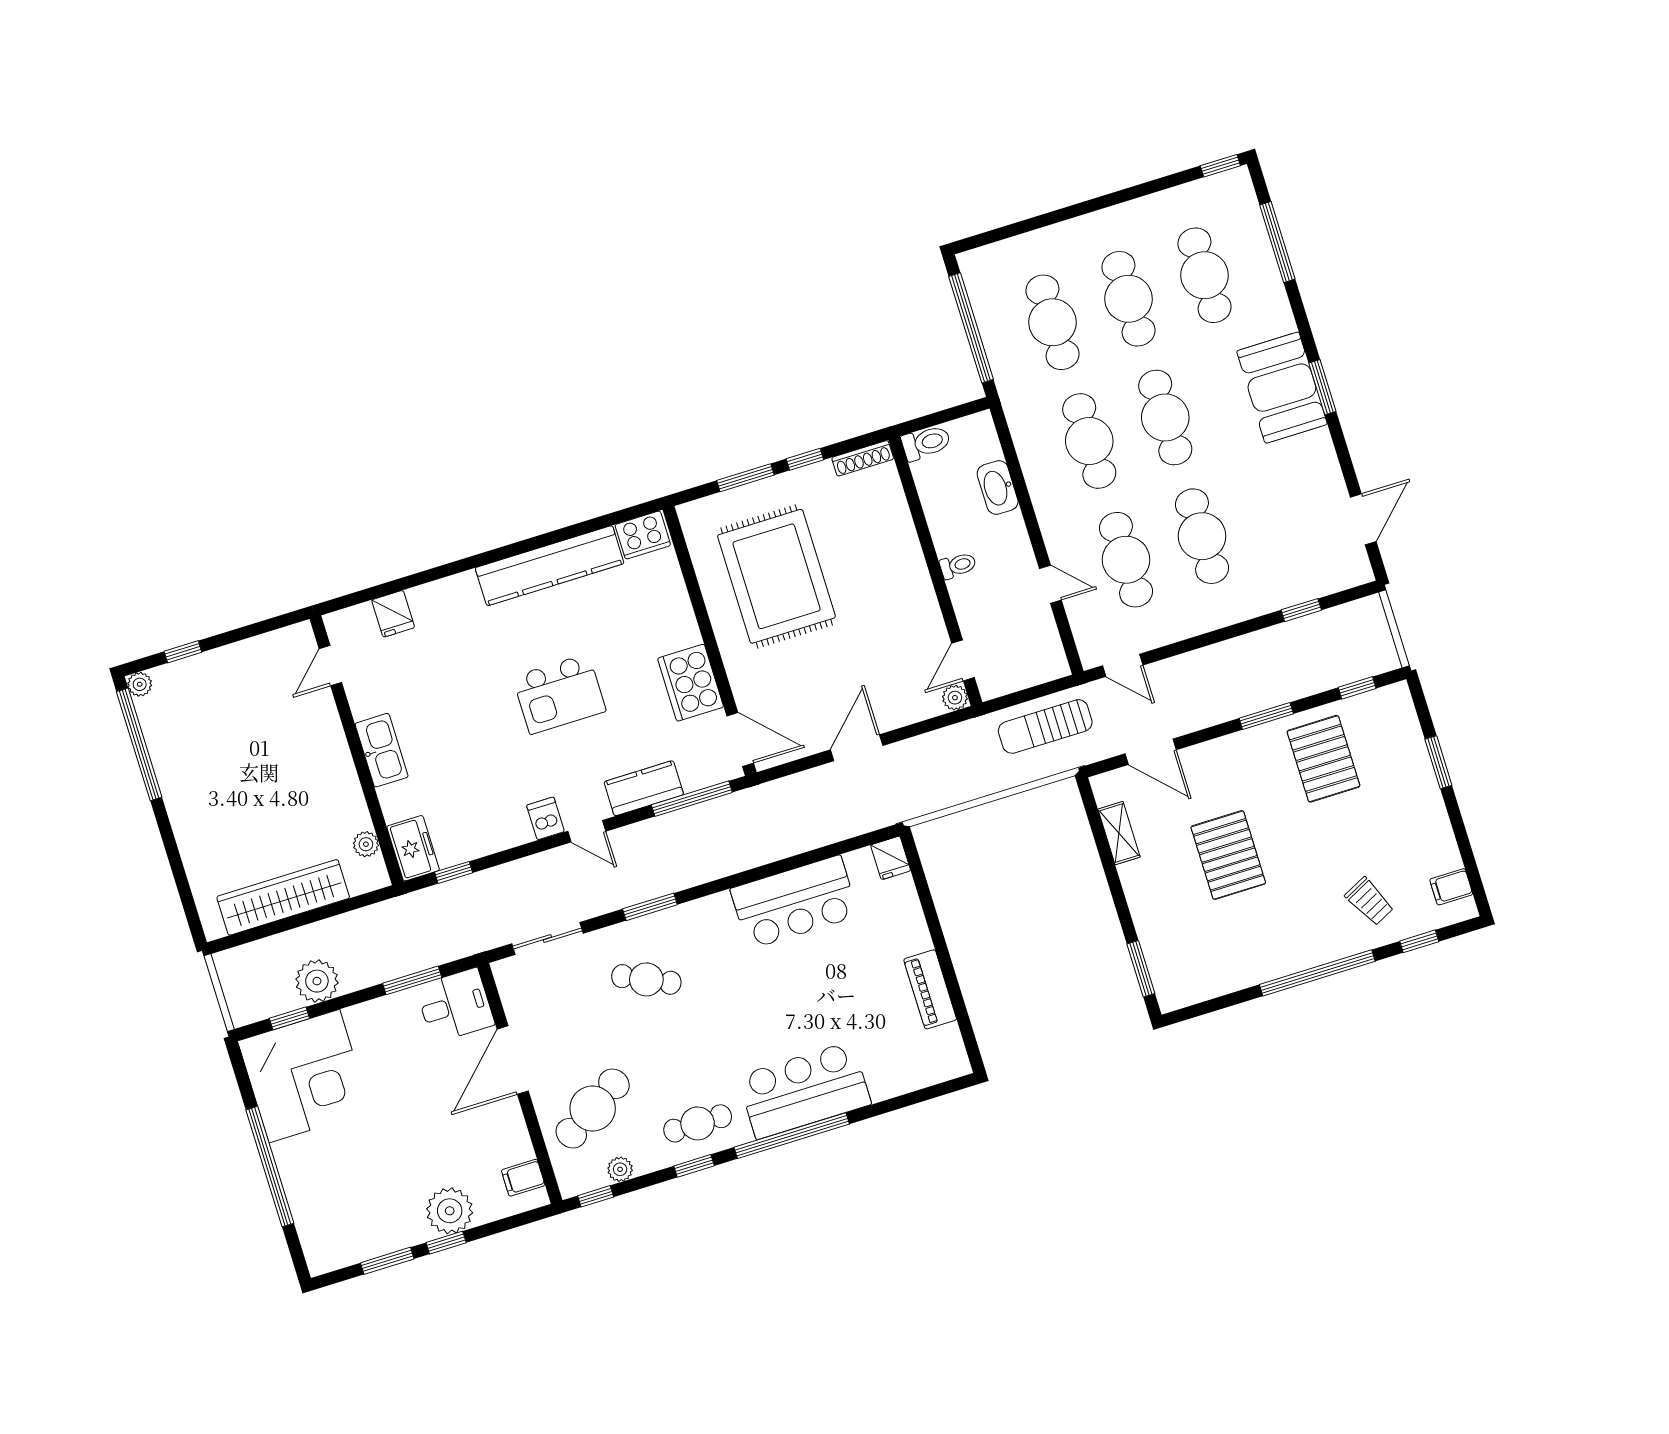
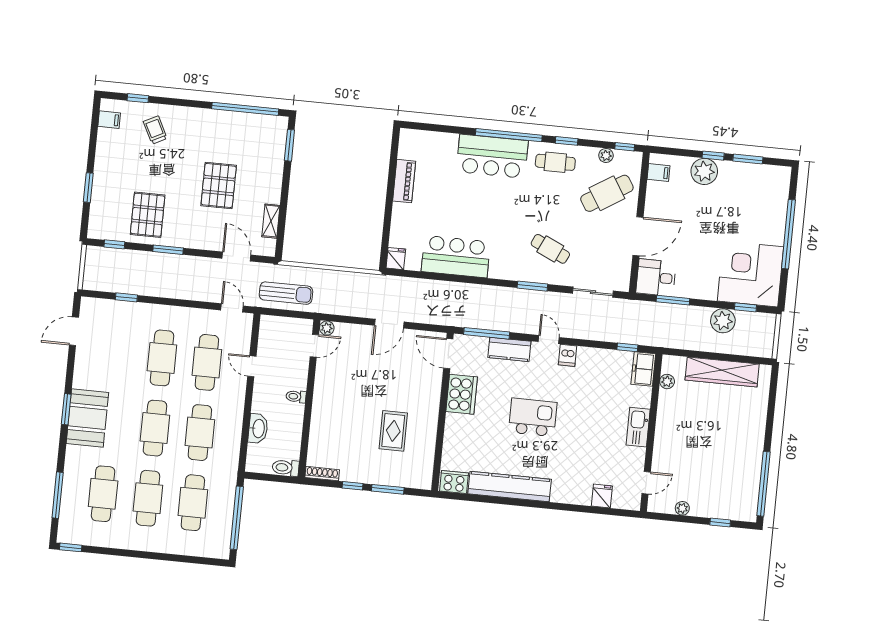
rug: (776, 576) -> (393, 431), width x0.54, depth x0.49
plant: (140, 684) -> (682, 508), moved
window: (1317, 973) -> (245, 109), moved

